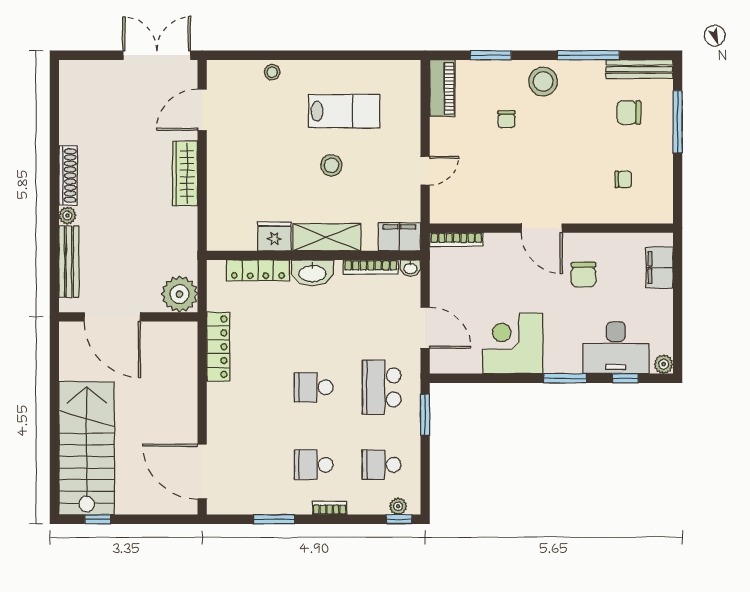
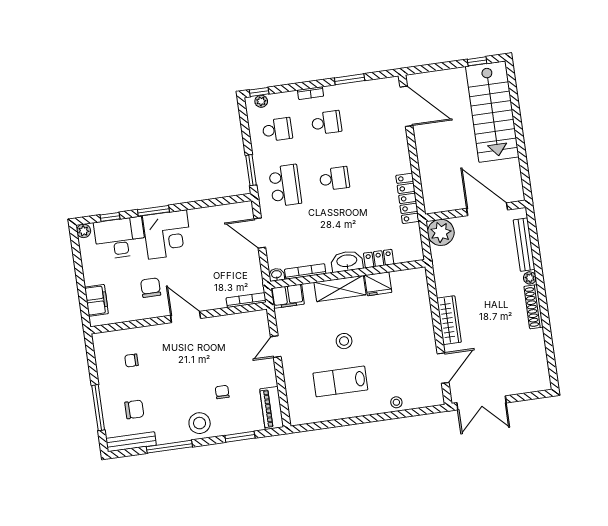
locker: (258, 270) -> (379, 259), width x0.66
corner desk: (513, 343) -> (167, 234), moved

